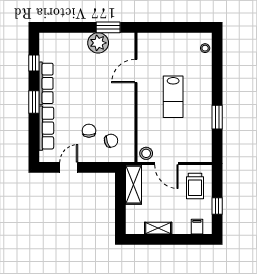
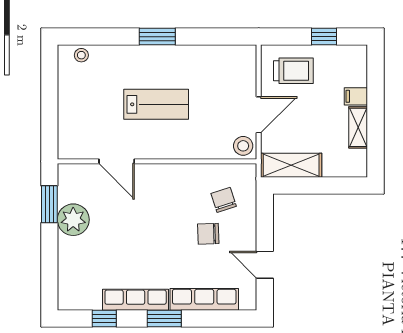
window: (217, 117) -> (157, 37), moved
filing cabinet: (197, 227) -> (356, 96), moved

